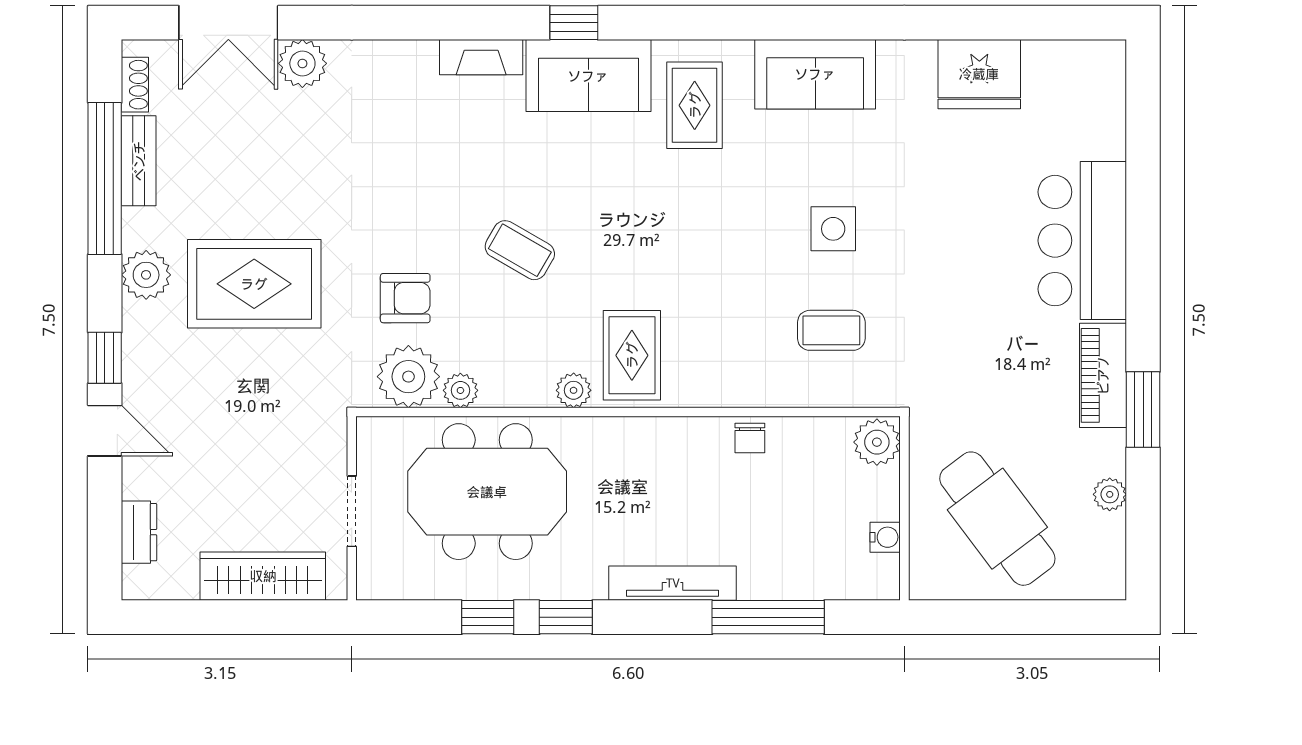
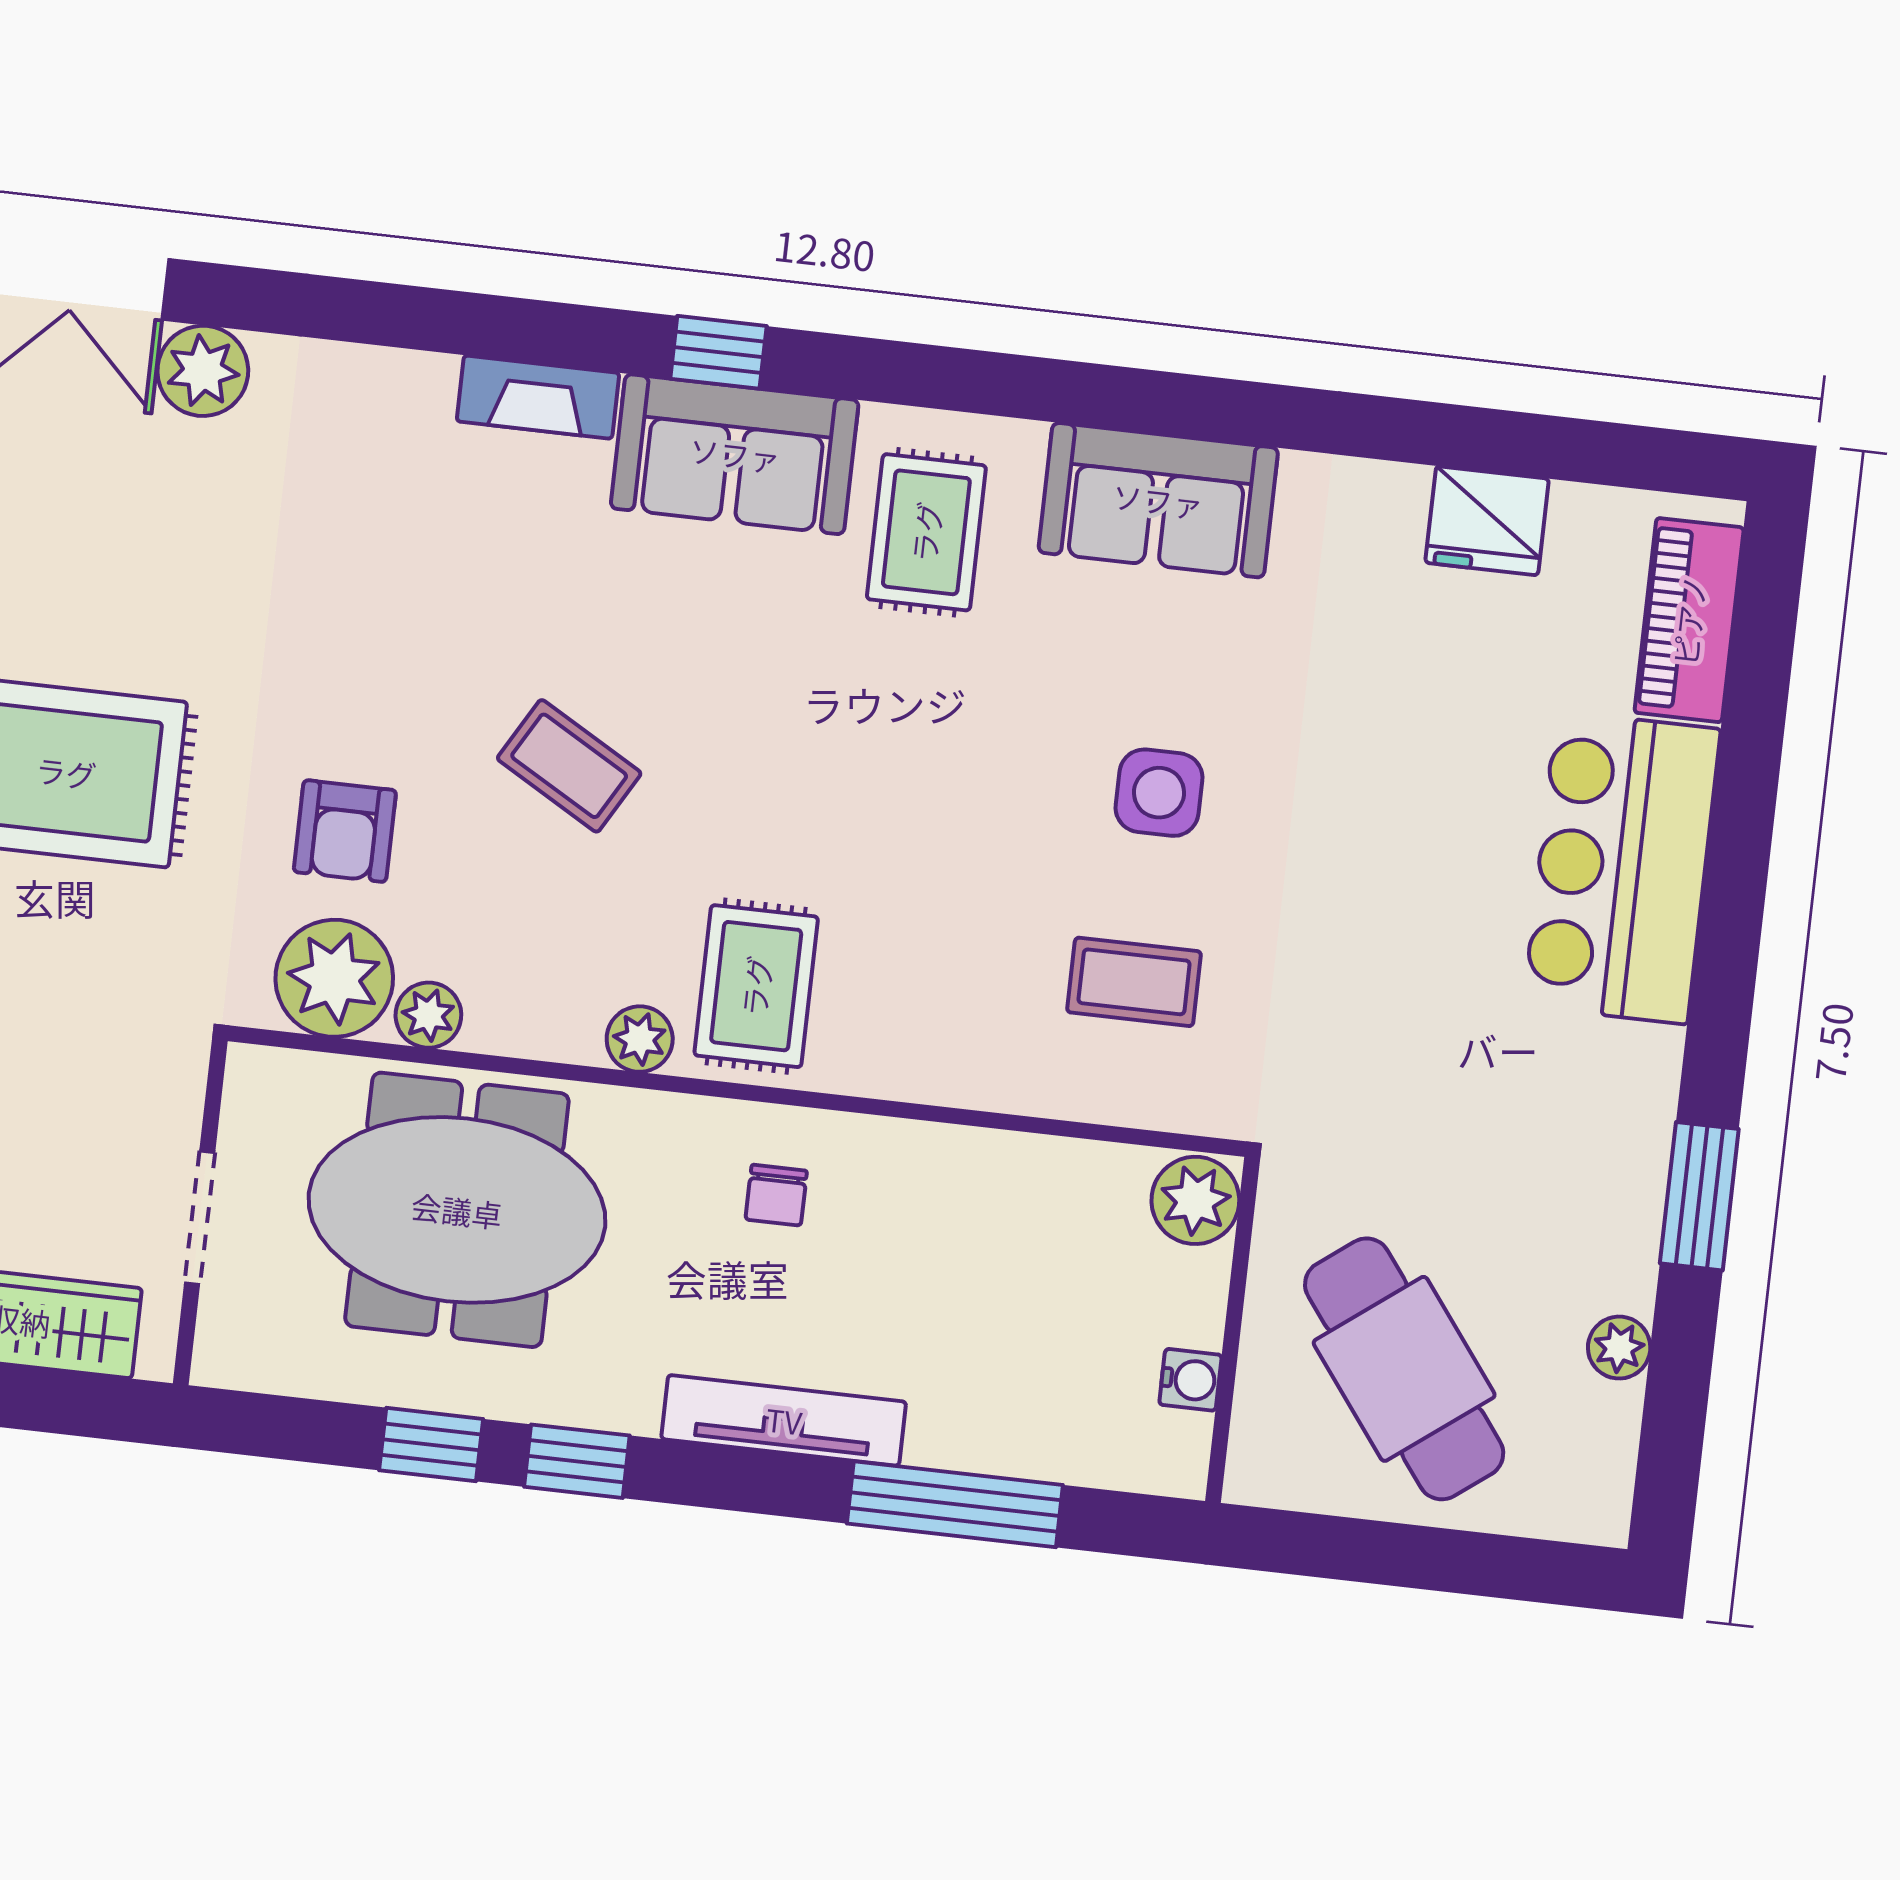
fridge: (979, 74) -> (1487, 521), width x0.73, depth x0.75
armchair: (405, 298) -> (345, 831), turned 90
piano: (1103, 375) -> (1689, 620), moved
chair: (750, 438) -> (776, 1195), moved

